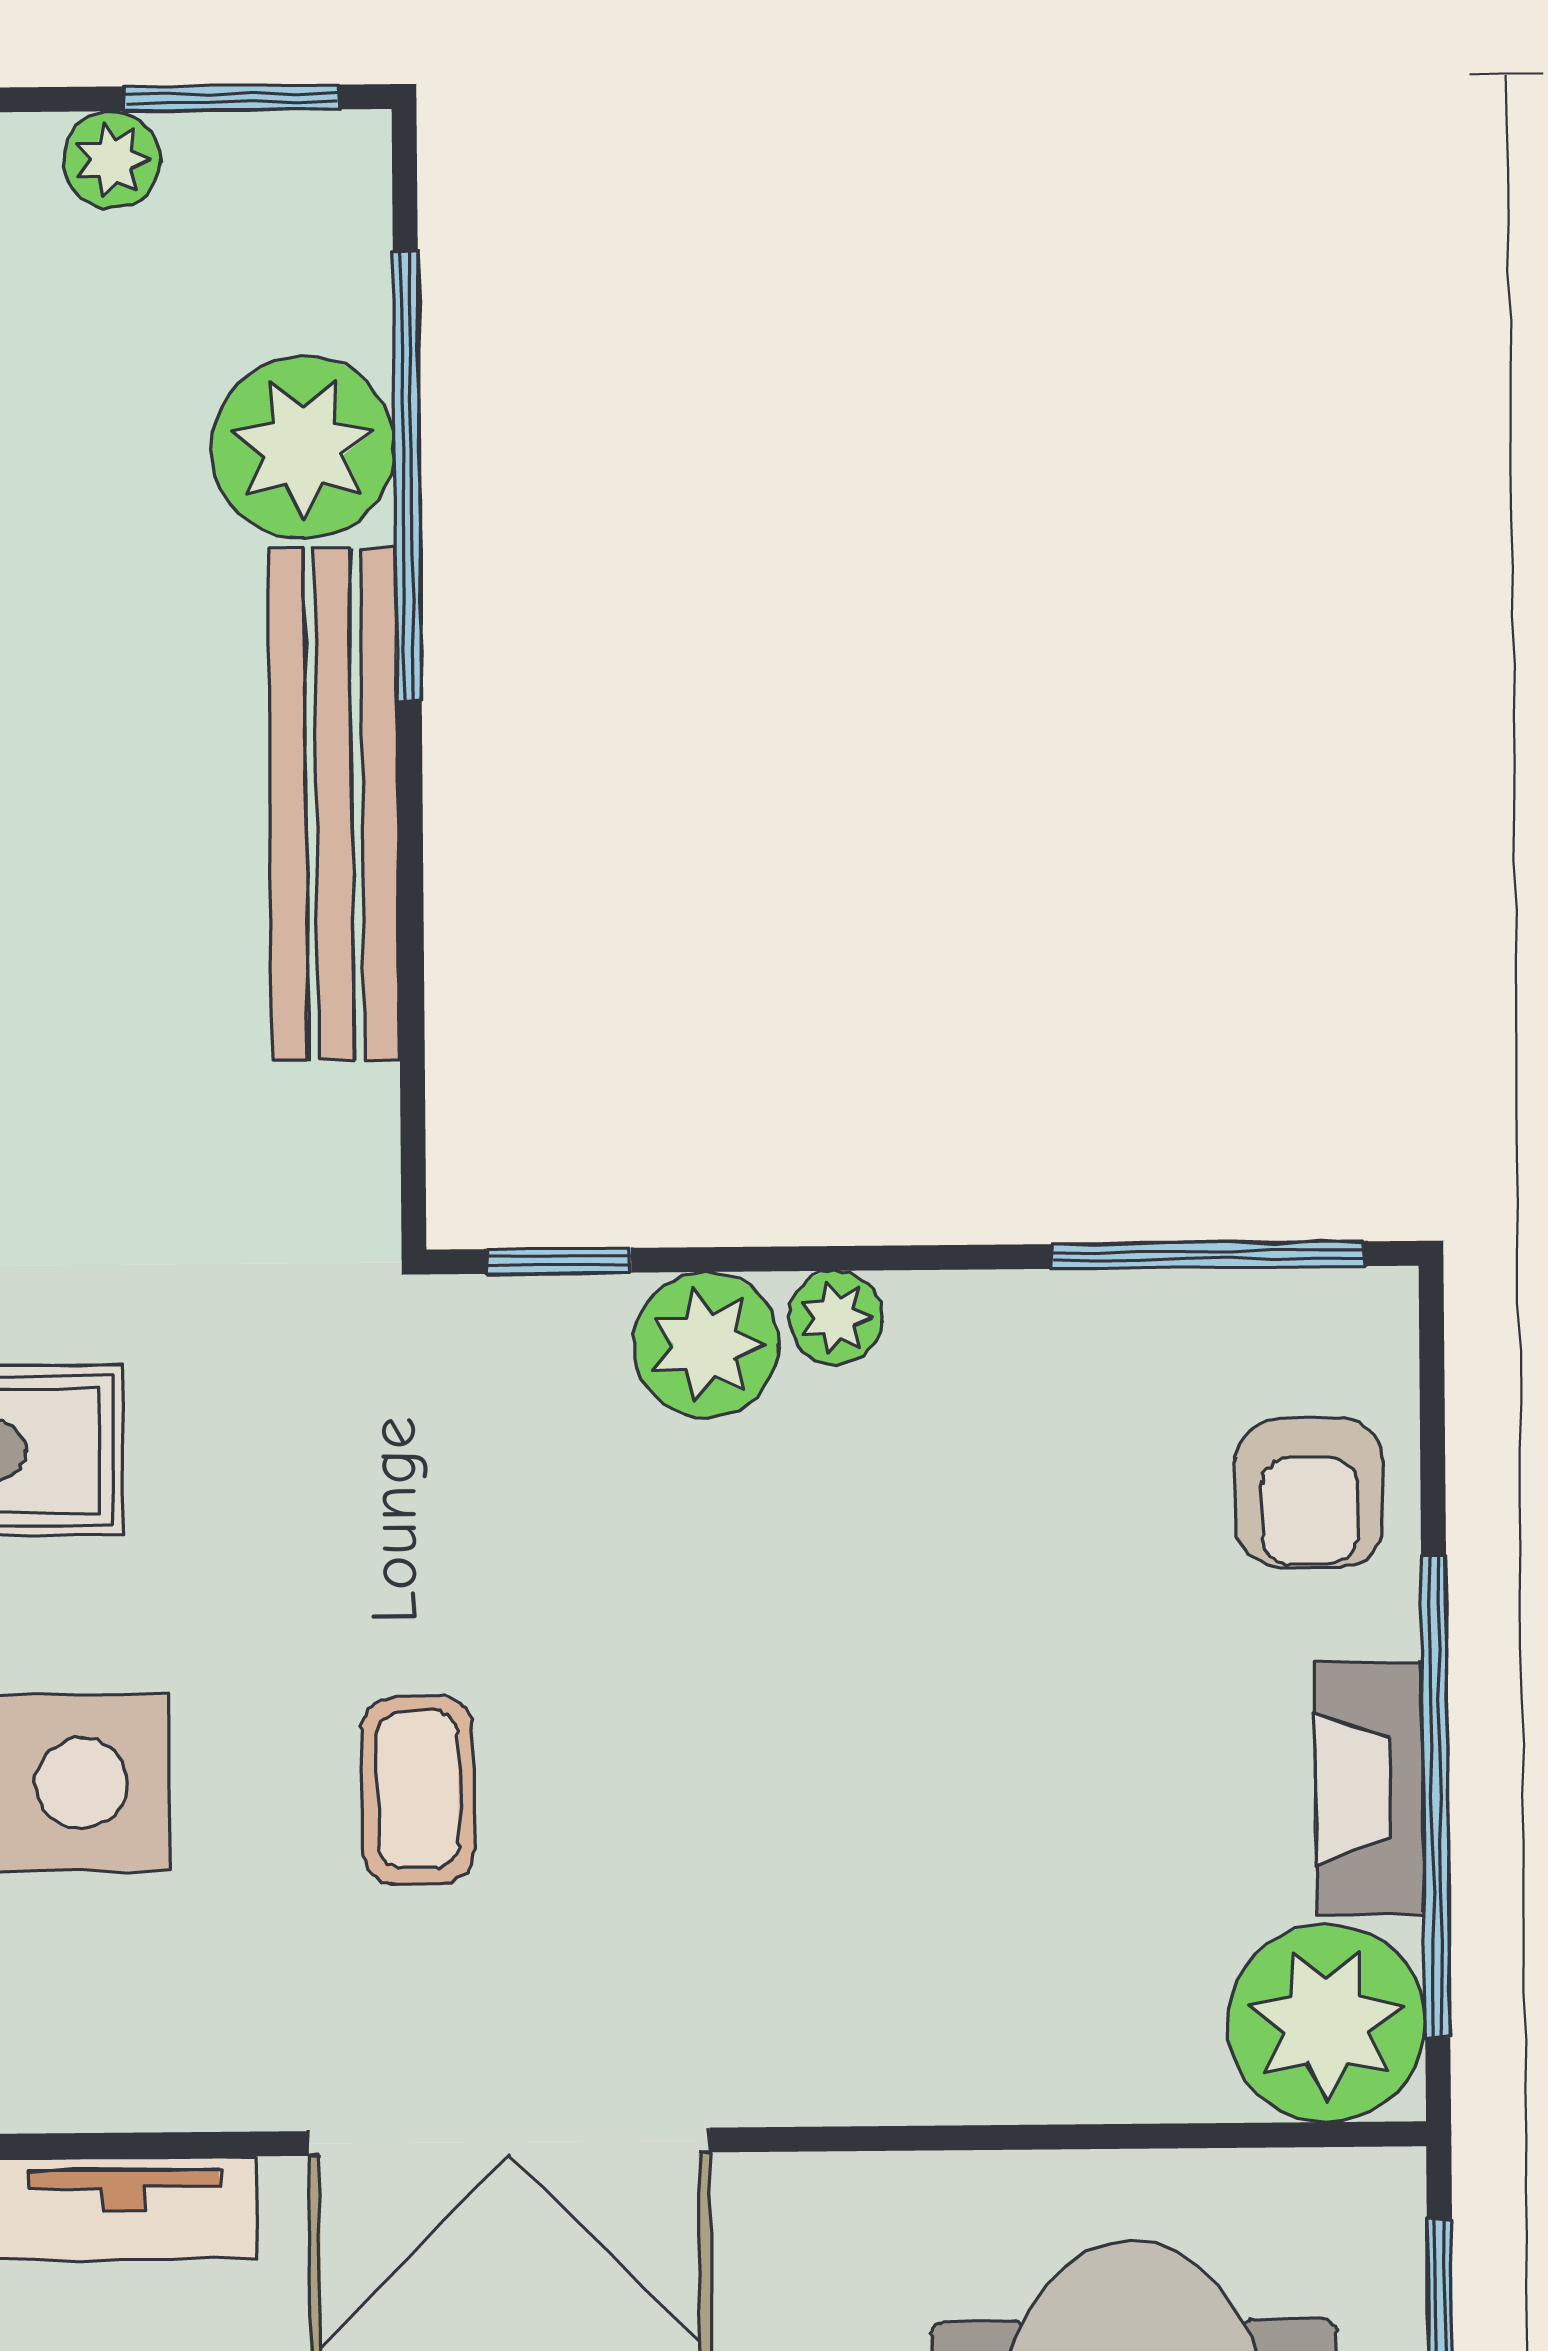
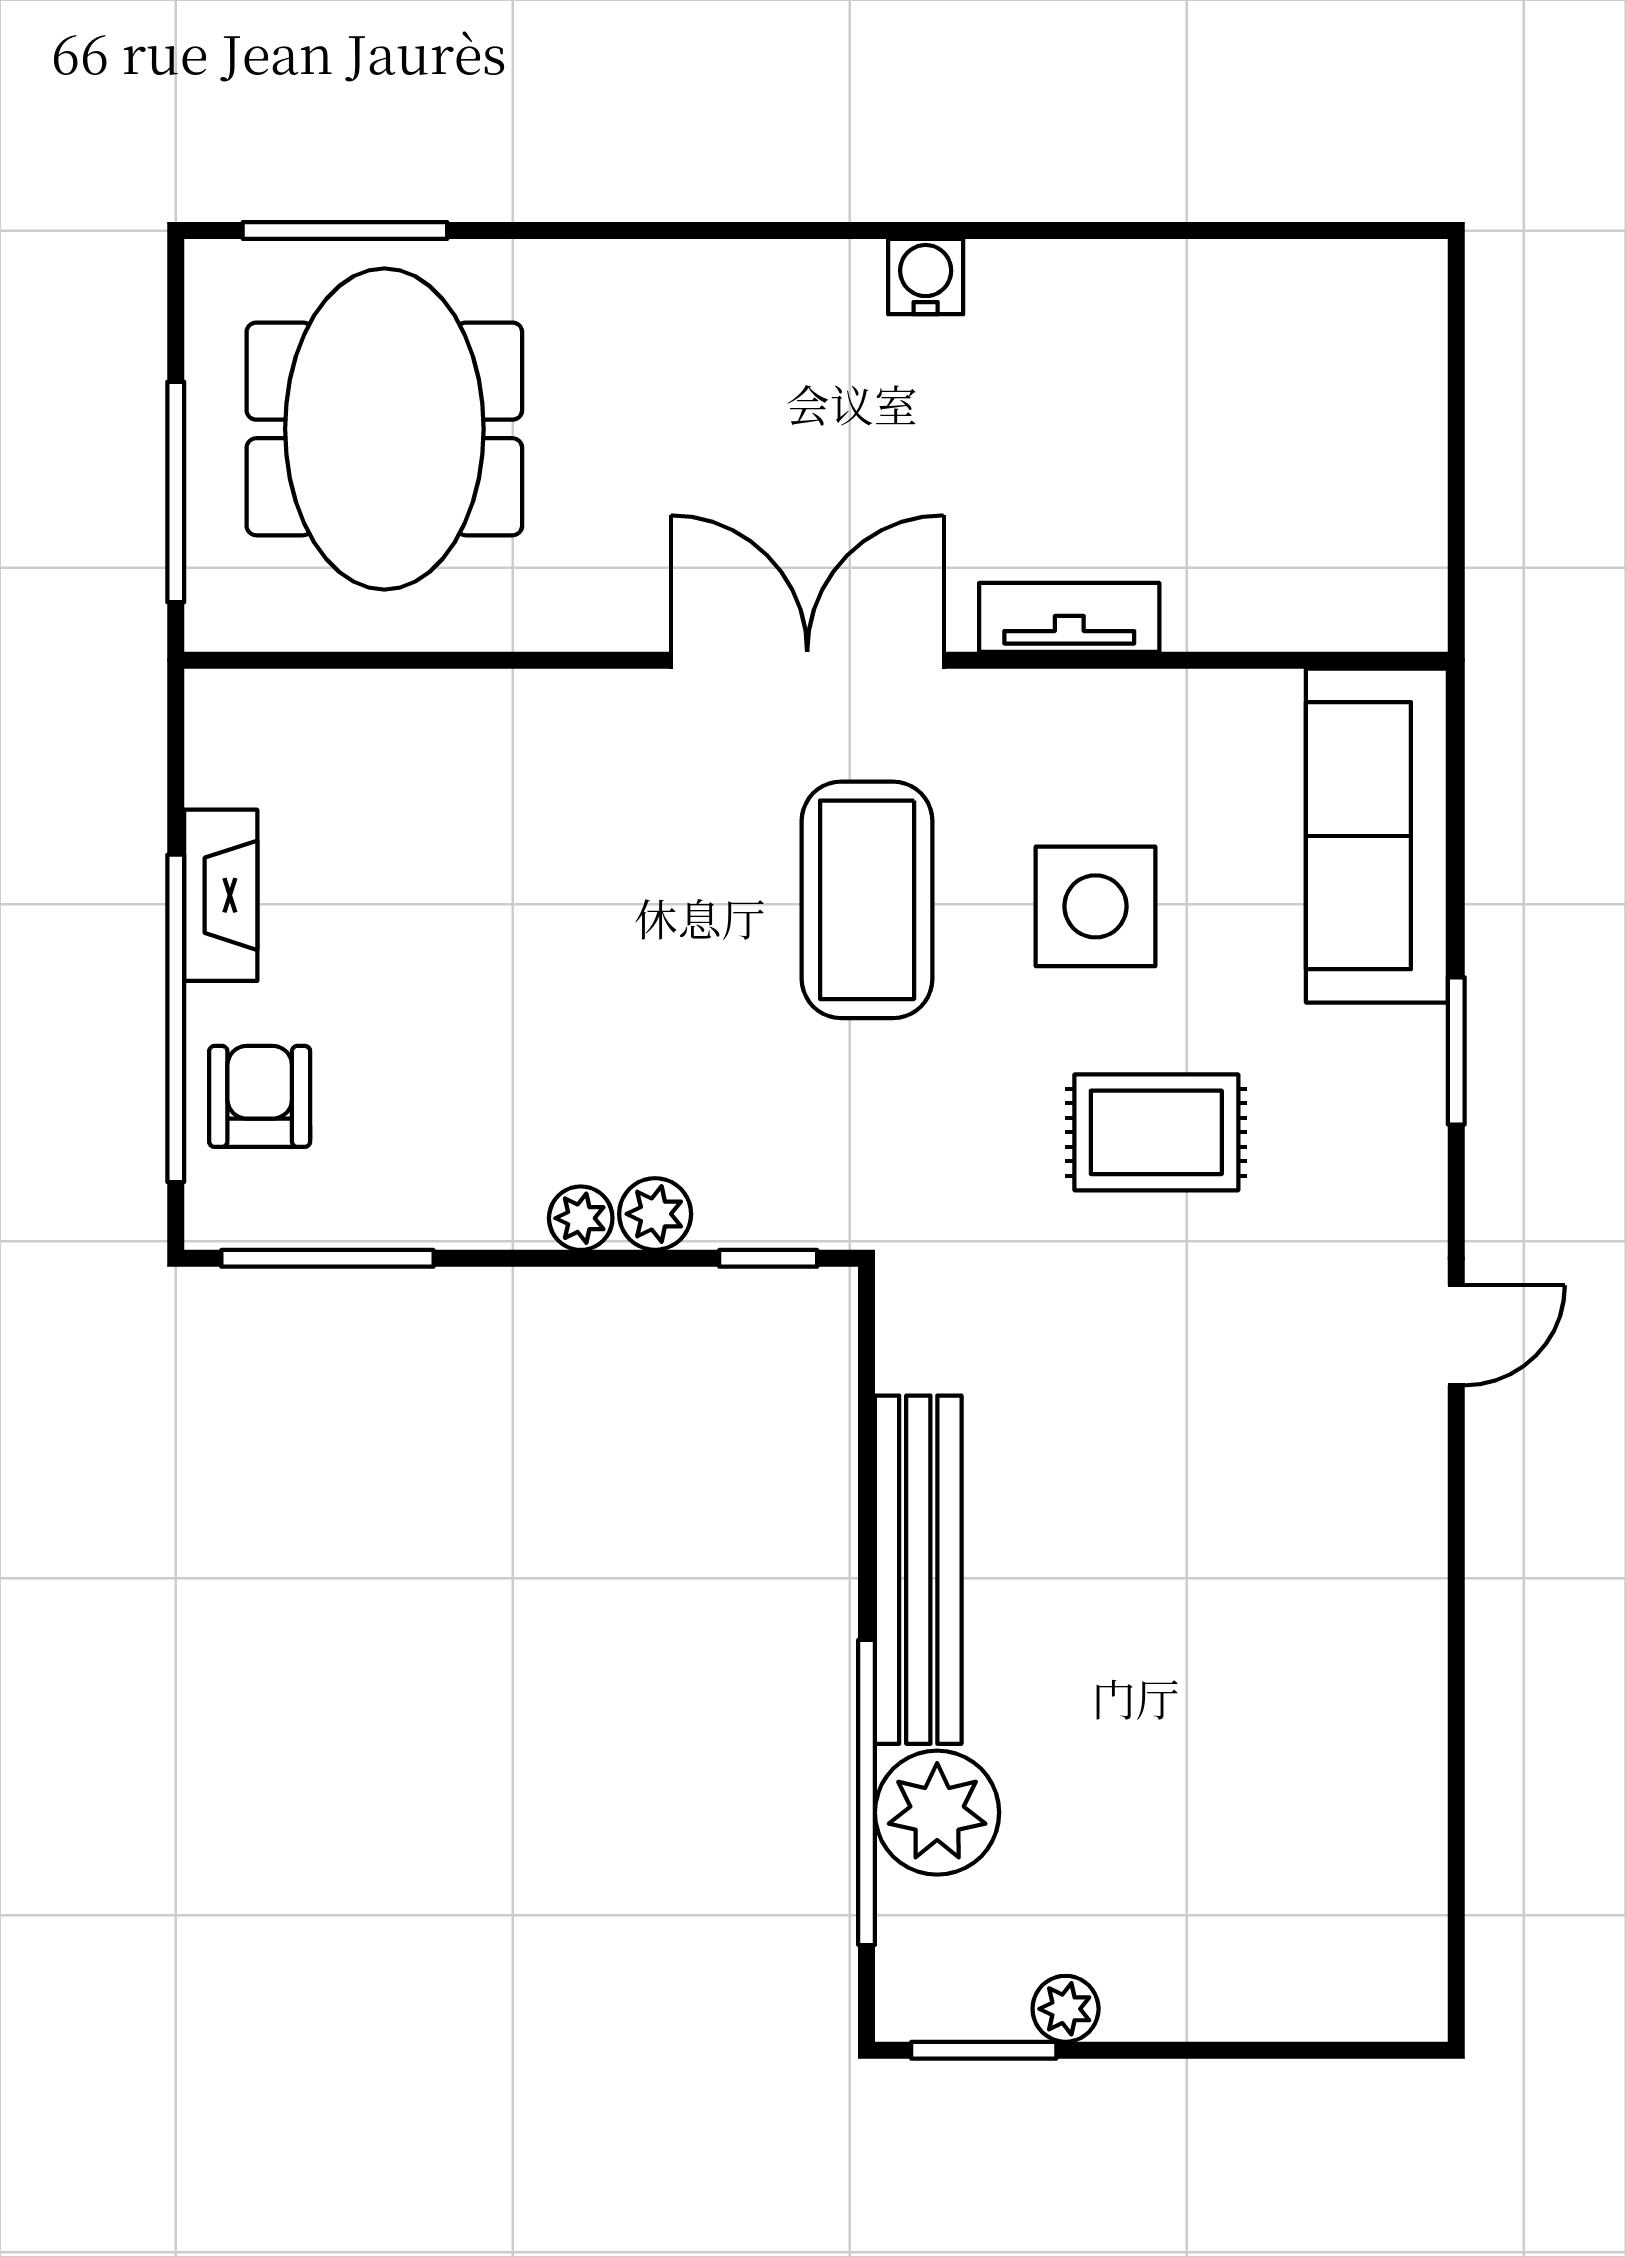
plant: (706, 1345) -> (655, 1214), width x0.73, depth x0.73
coffee table: (418, 1790) -> (867, 900), width x1.86, depth x1.72
window: (1436, 1796) -> (176, 1018), moved
plant: (1326, 2023) -> (251, 736), removed

